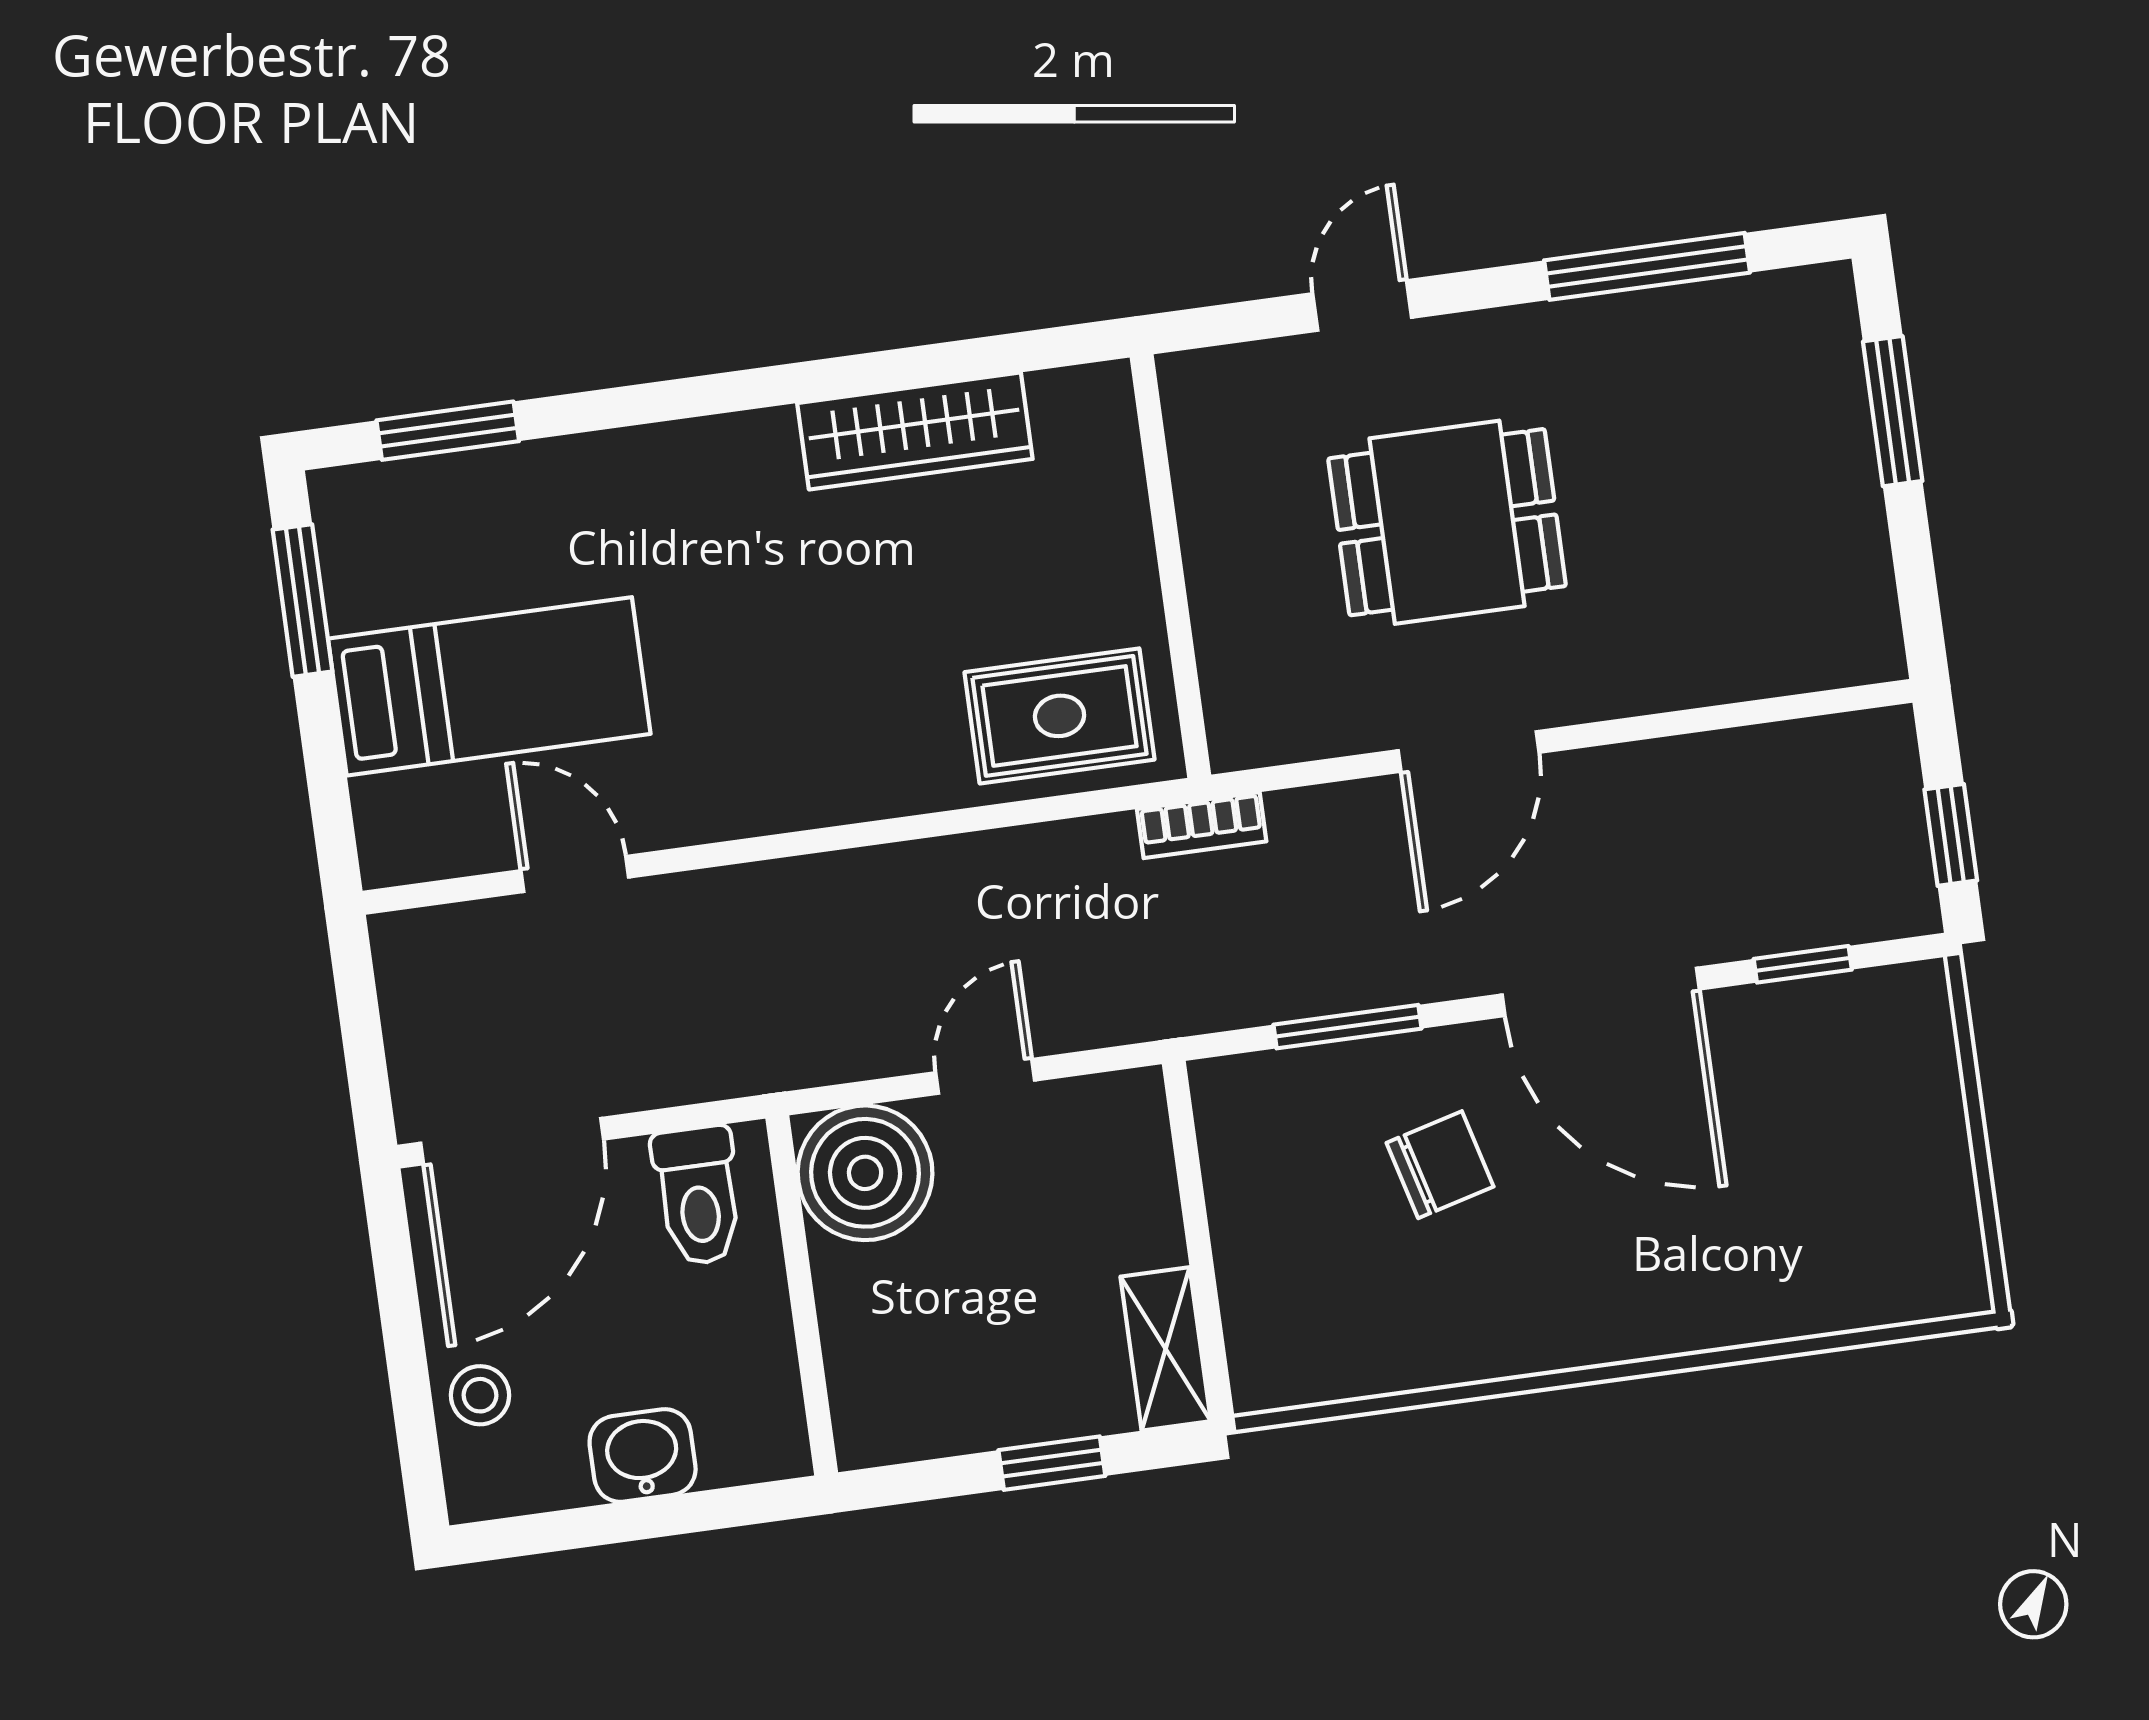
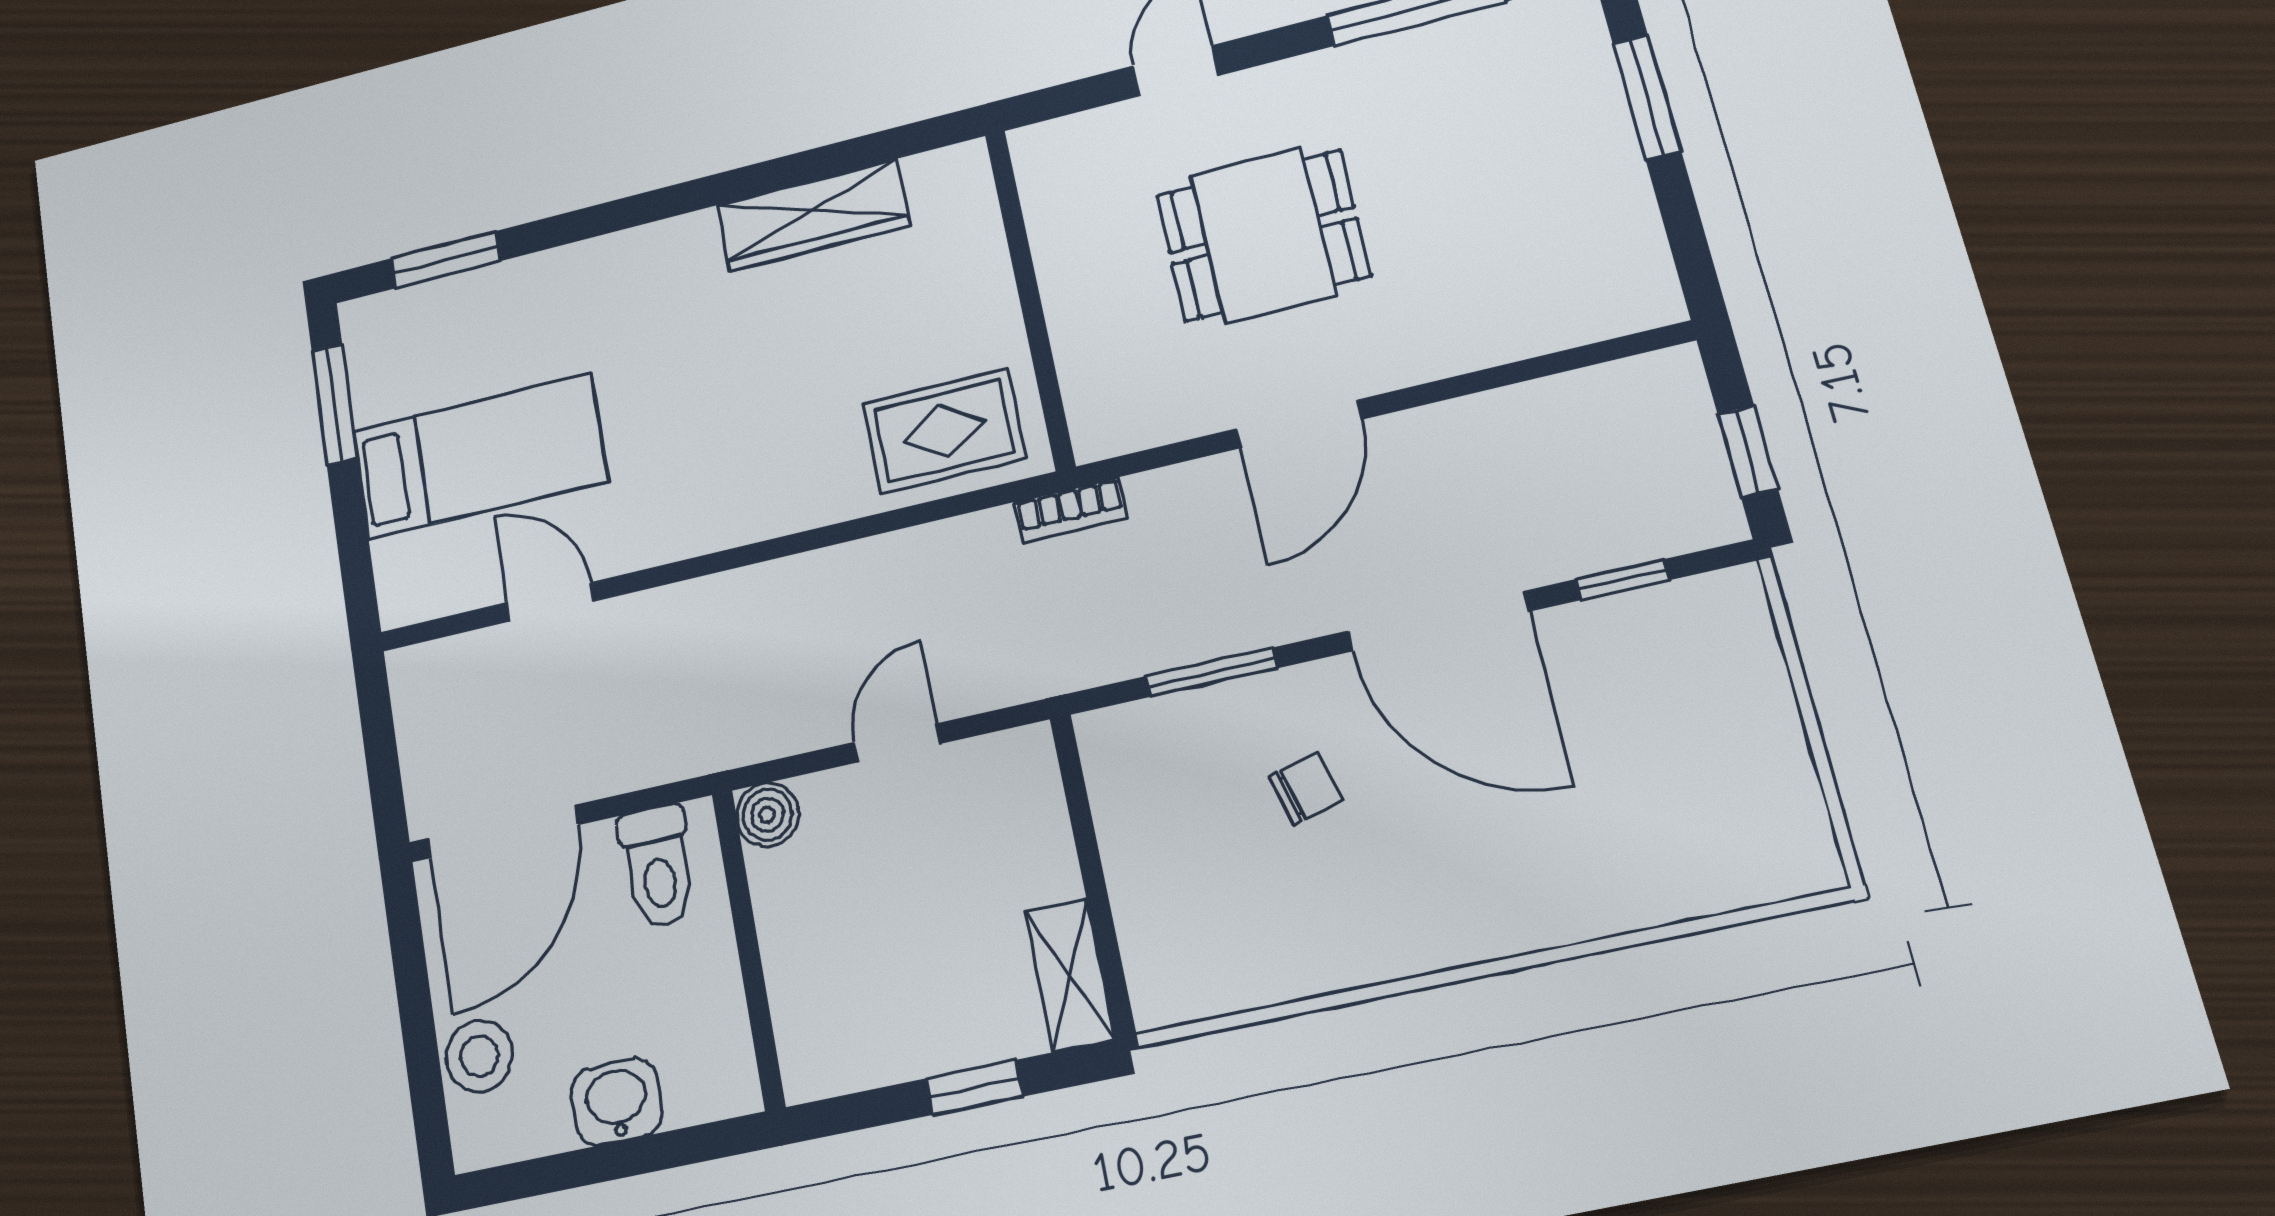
chair: (1440, 1165) -> (1306, 789), width x0.73, depth x0.73
boiler: (865, 1173) -> (767, 815), width x0.54, depth x0.54
stool: (480, 1395) -> (479, 1056), width x1.37, depth x1.37

